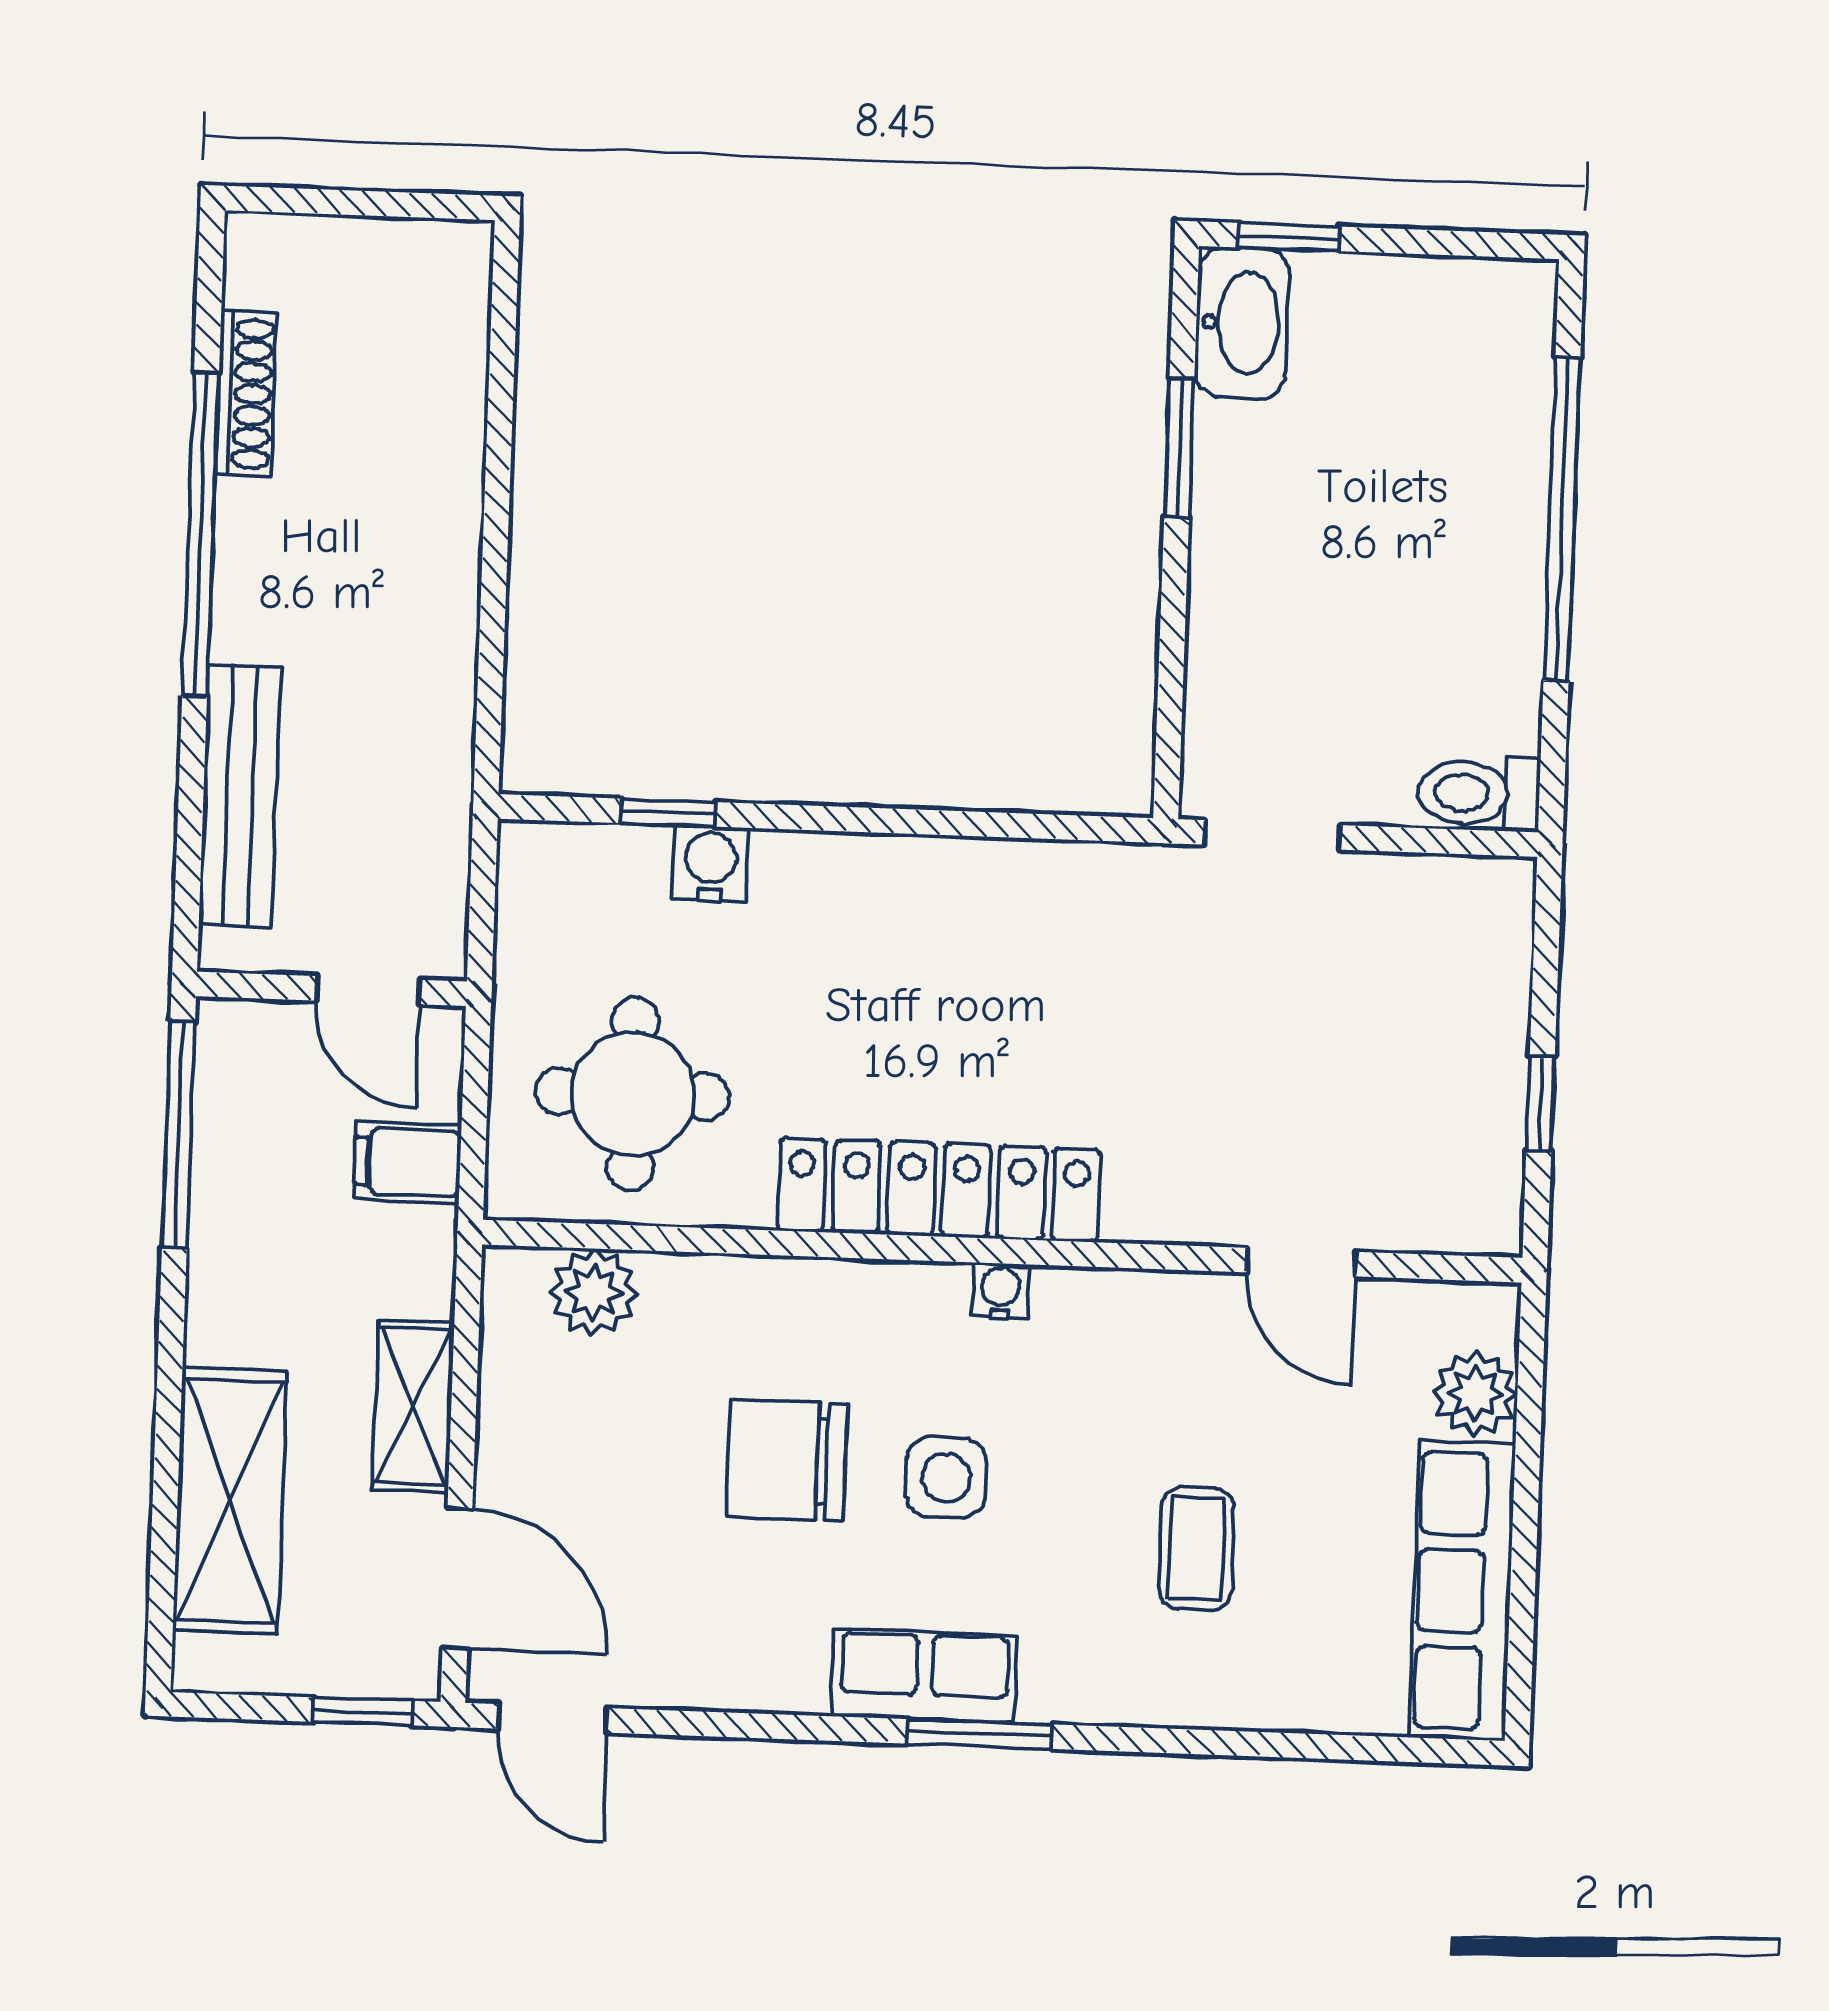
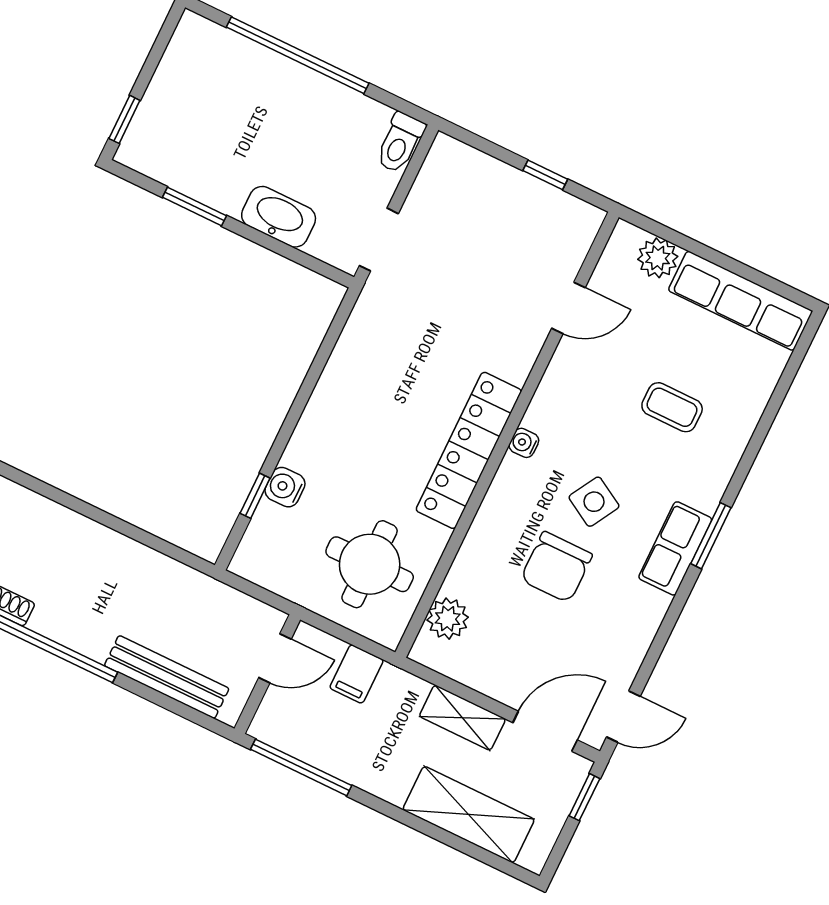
washbasin: (1242, 323) -> (279, 217), moved
side table: (946, 1478) -> (594, 502), turned 30

